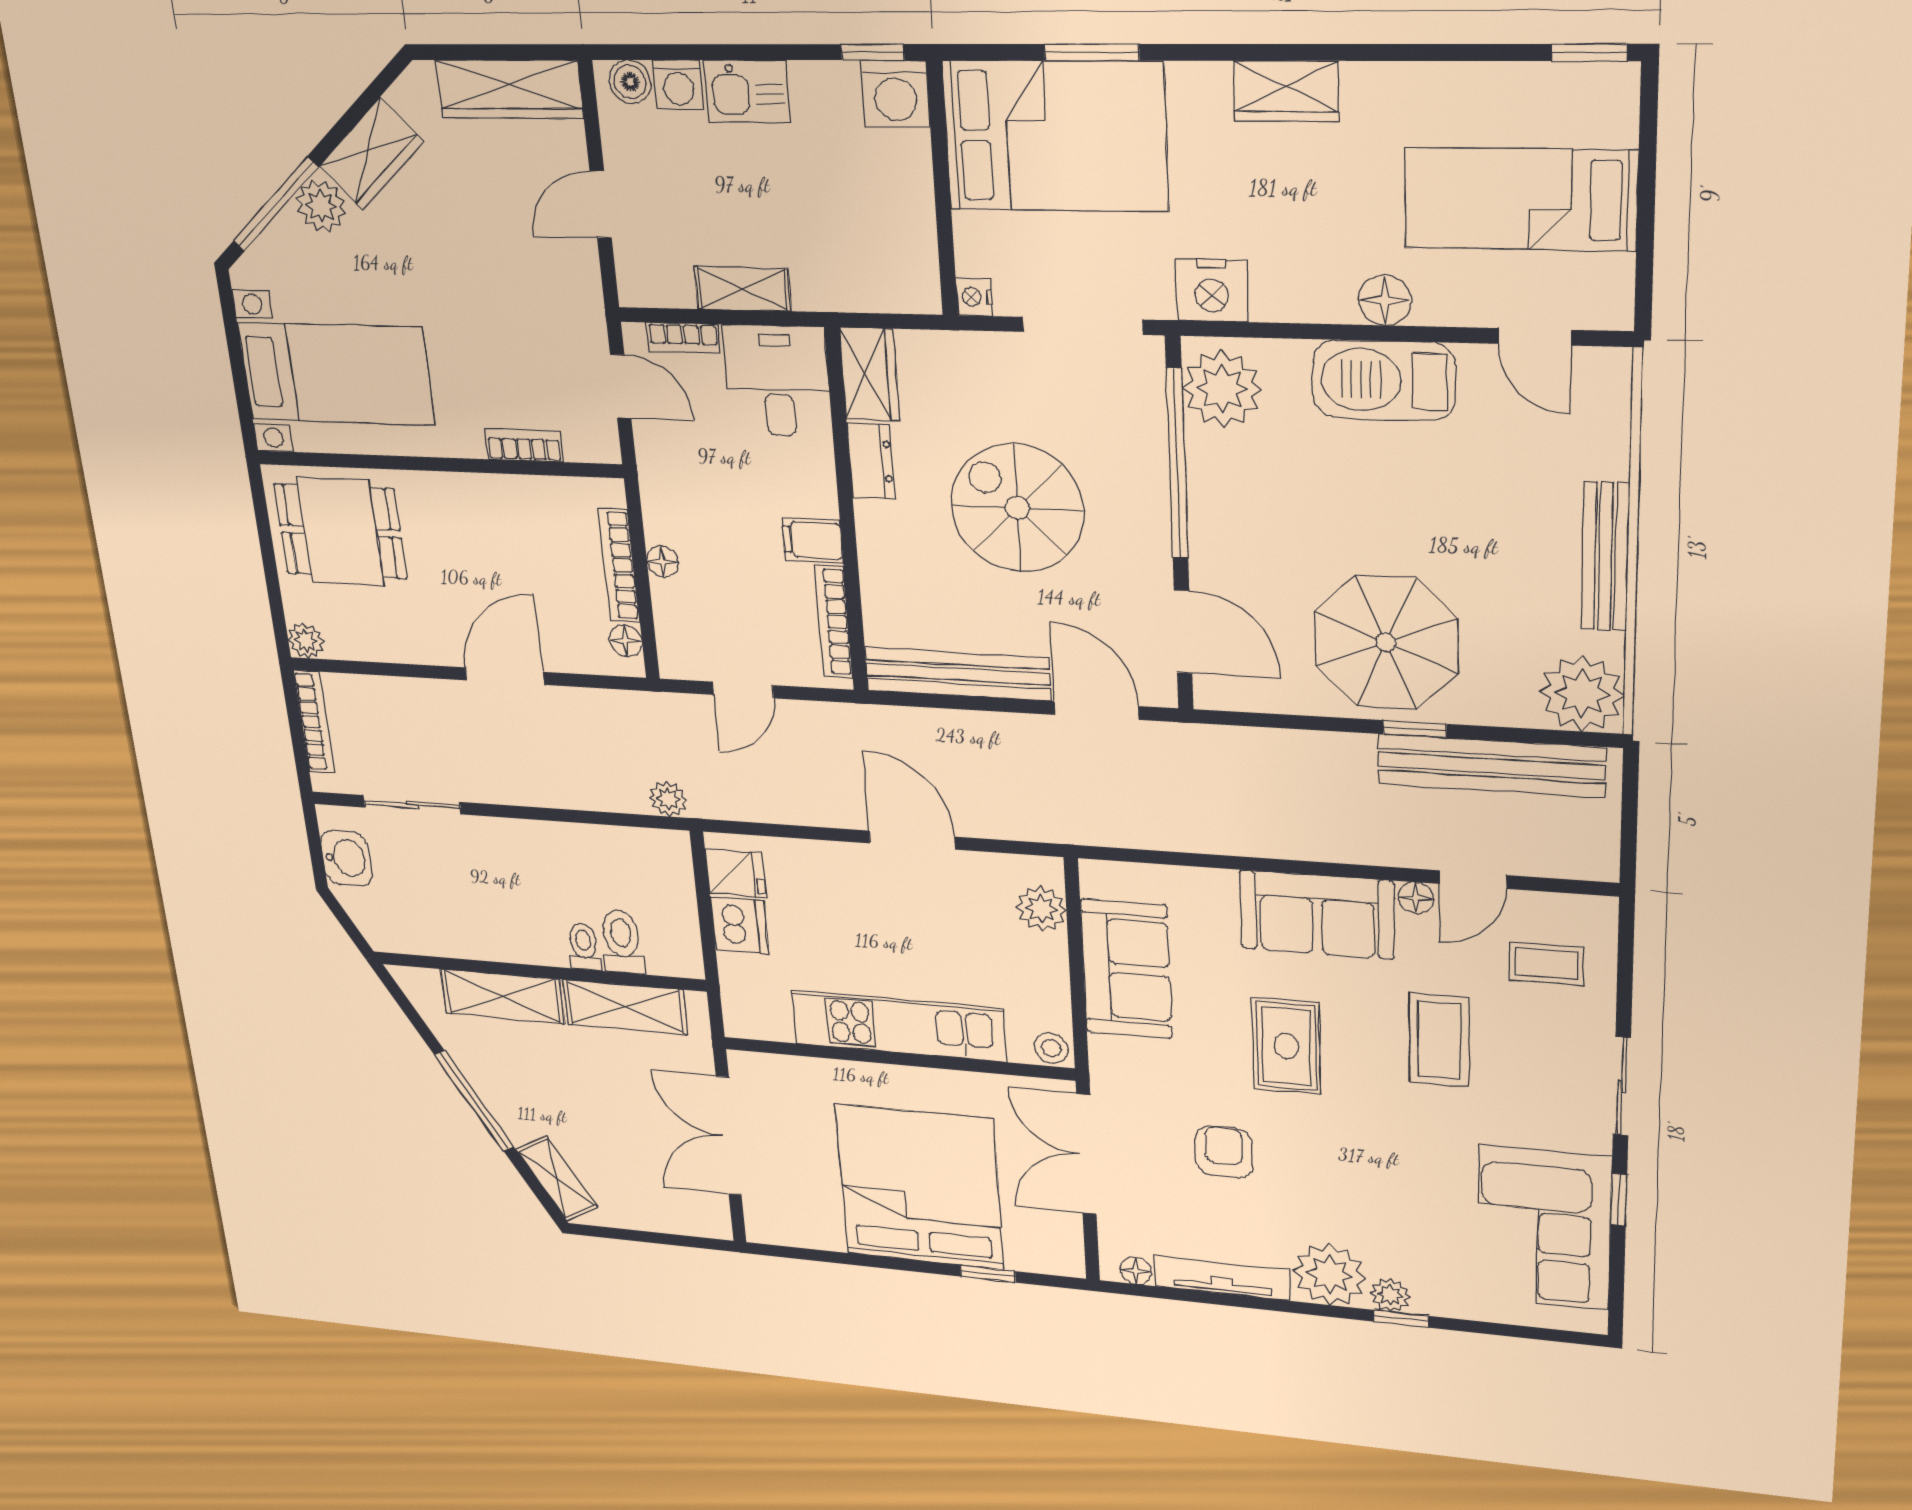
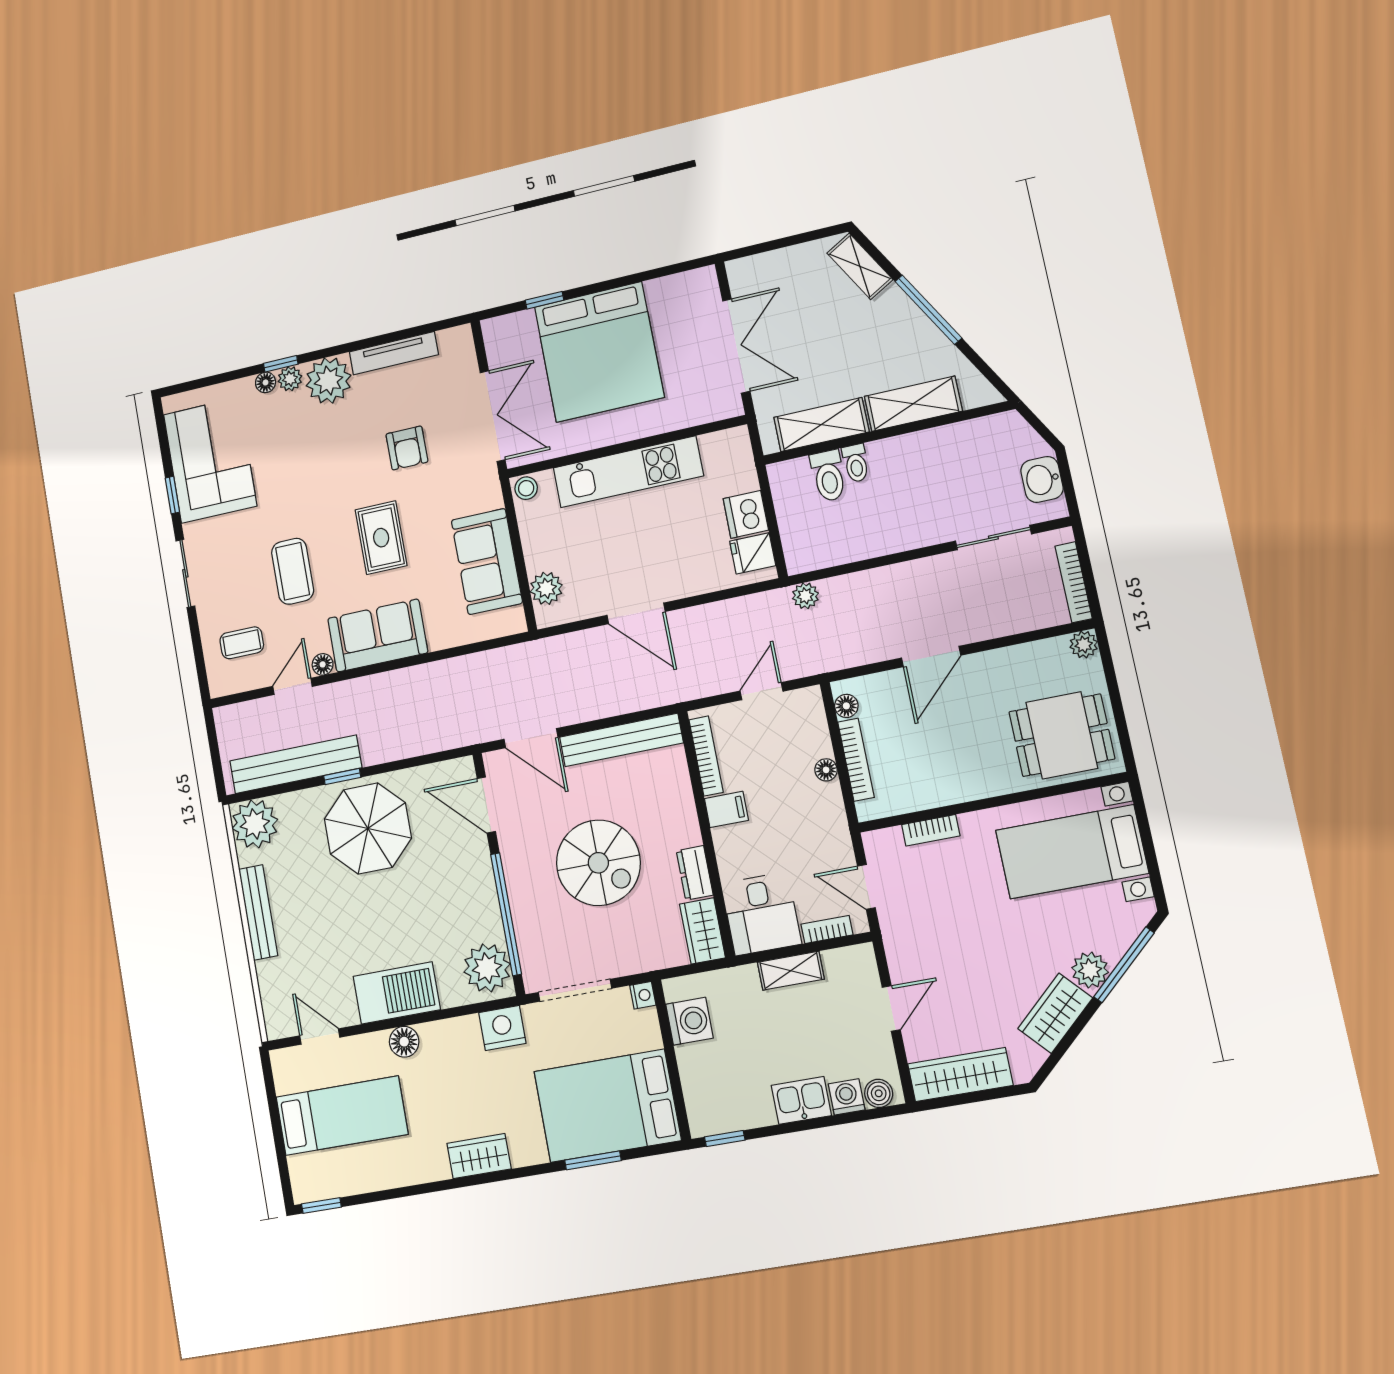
washing machine: (895, 94) -> (689, 1021), moved, turned 90
floor lamp: (1136, 1271) -> (266, 382), moved

